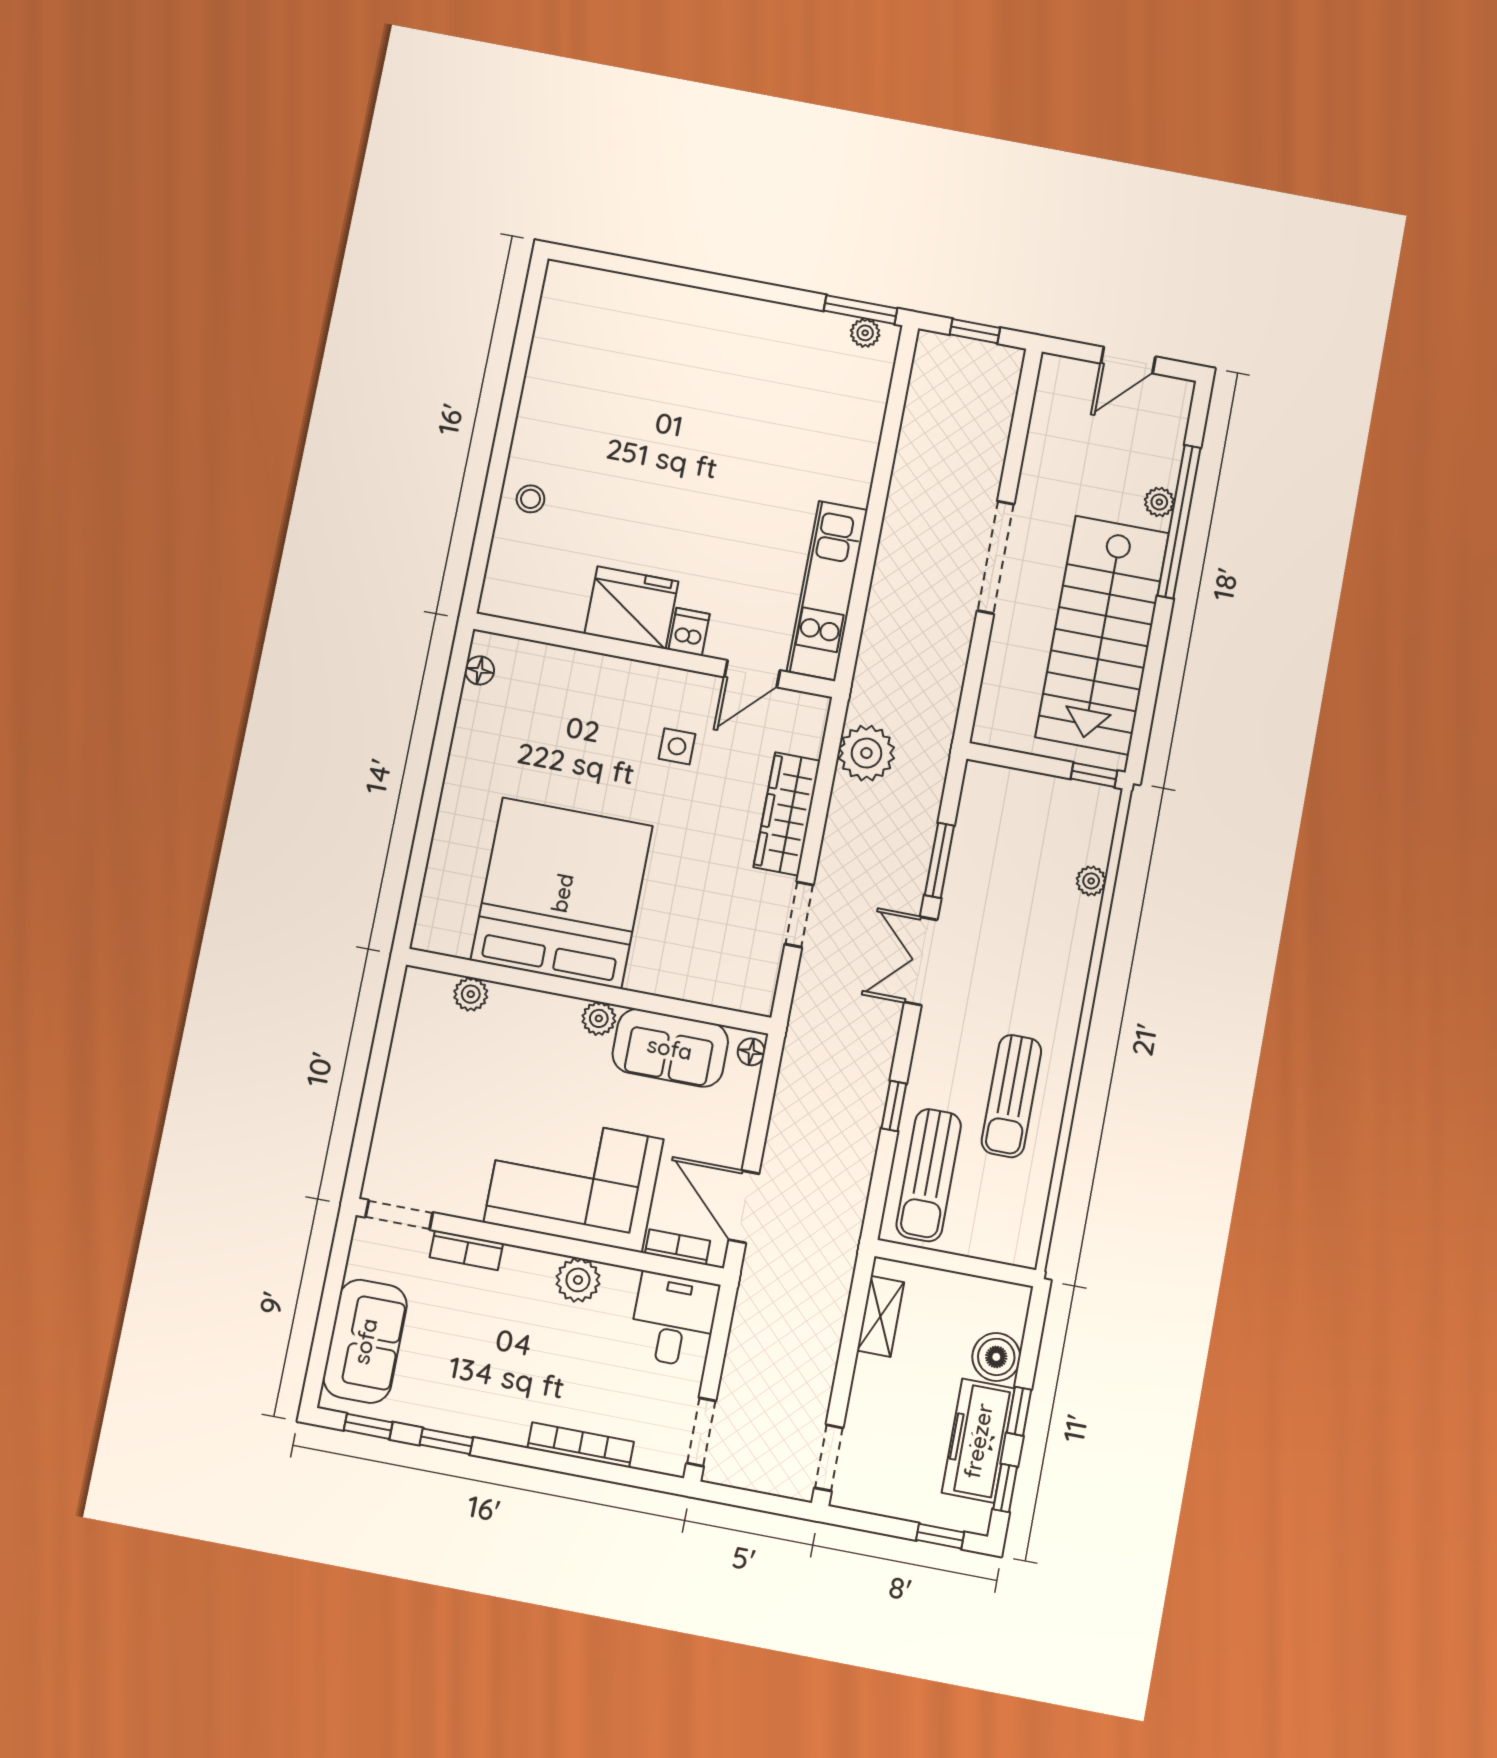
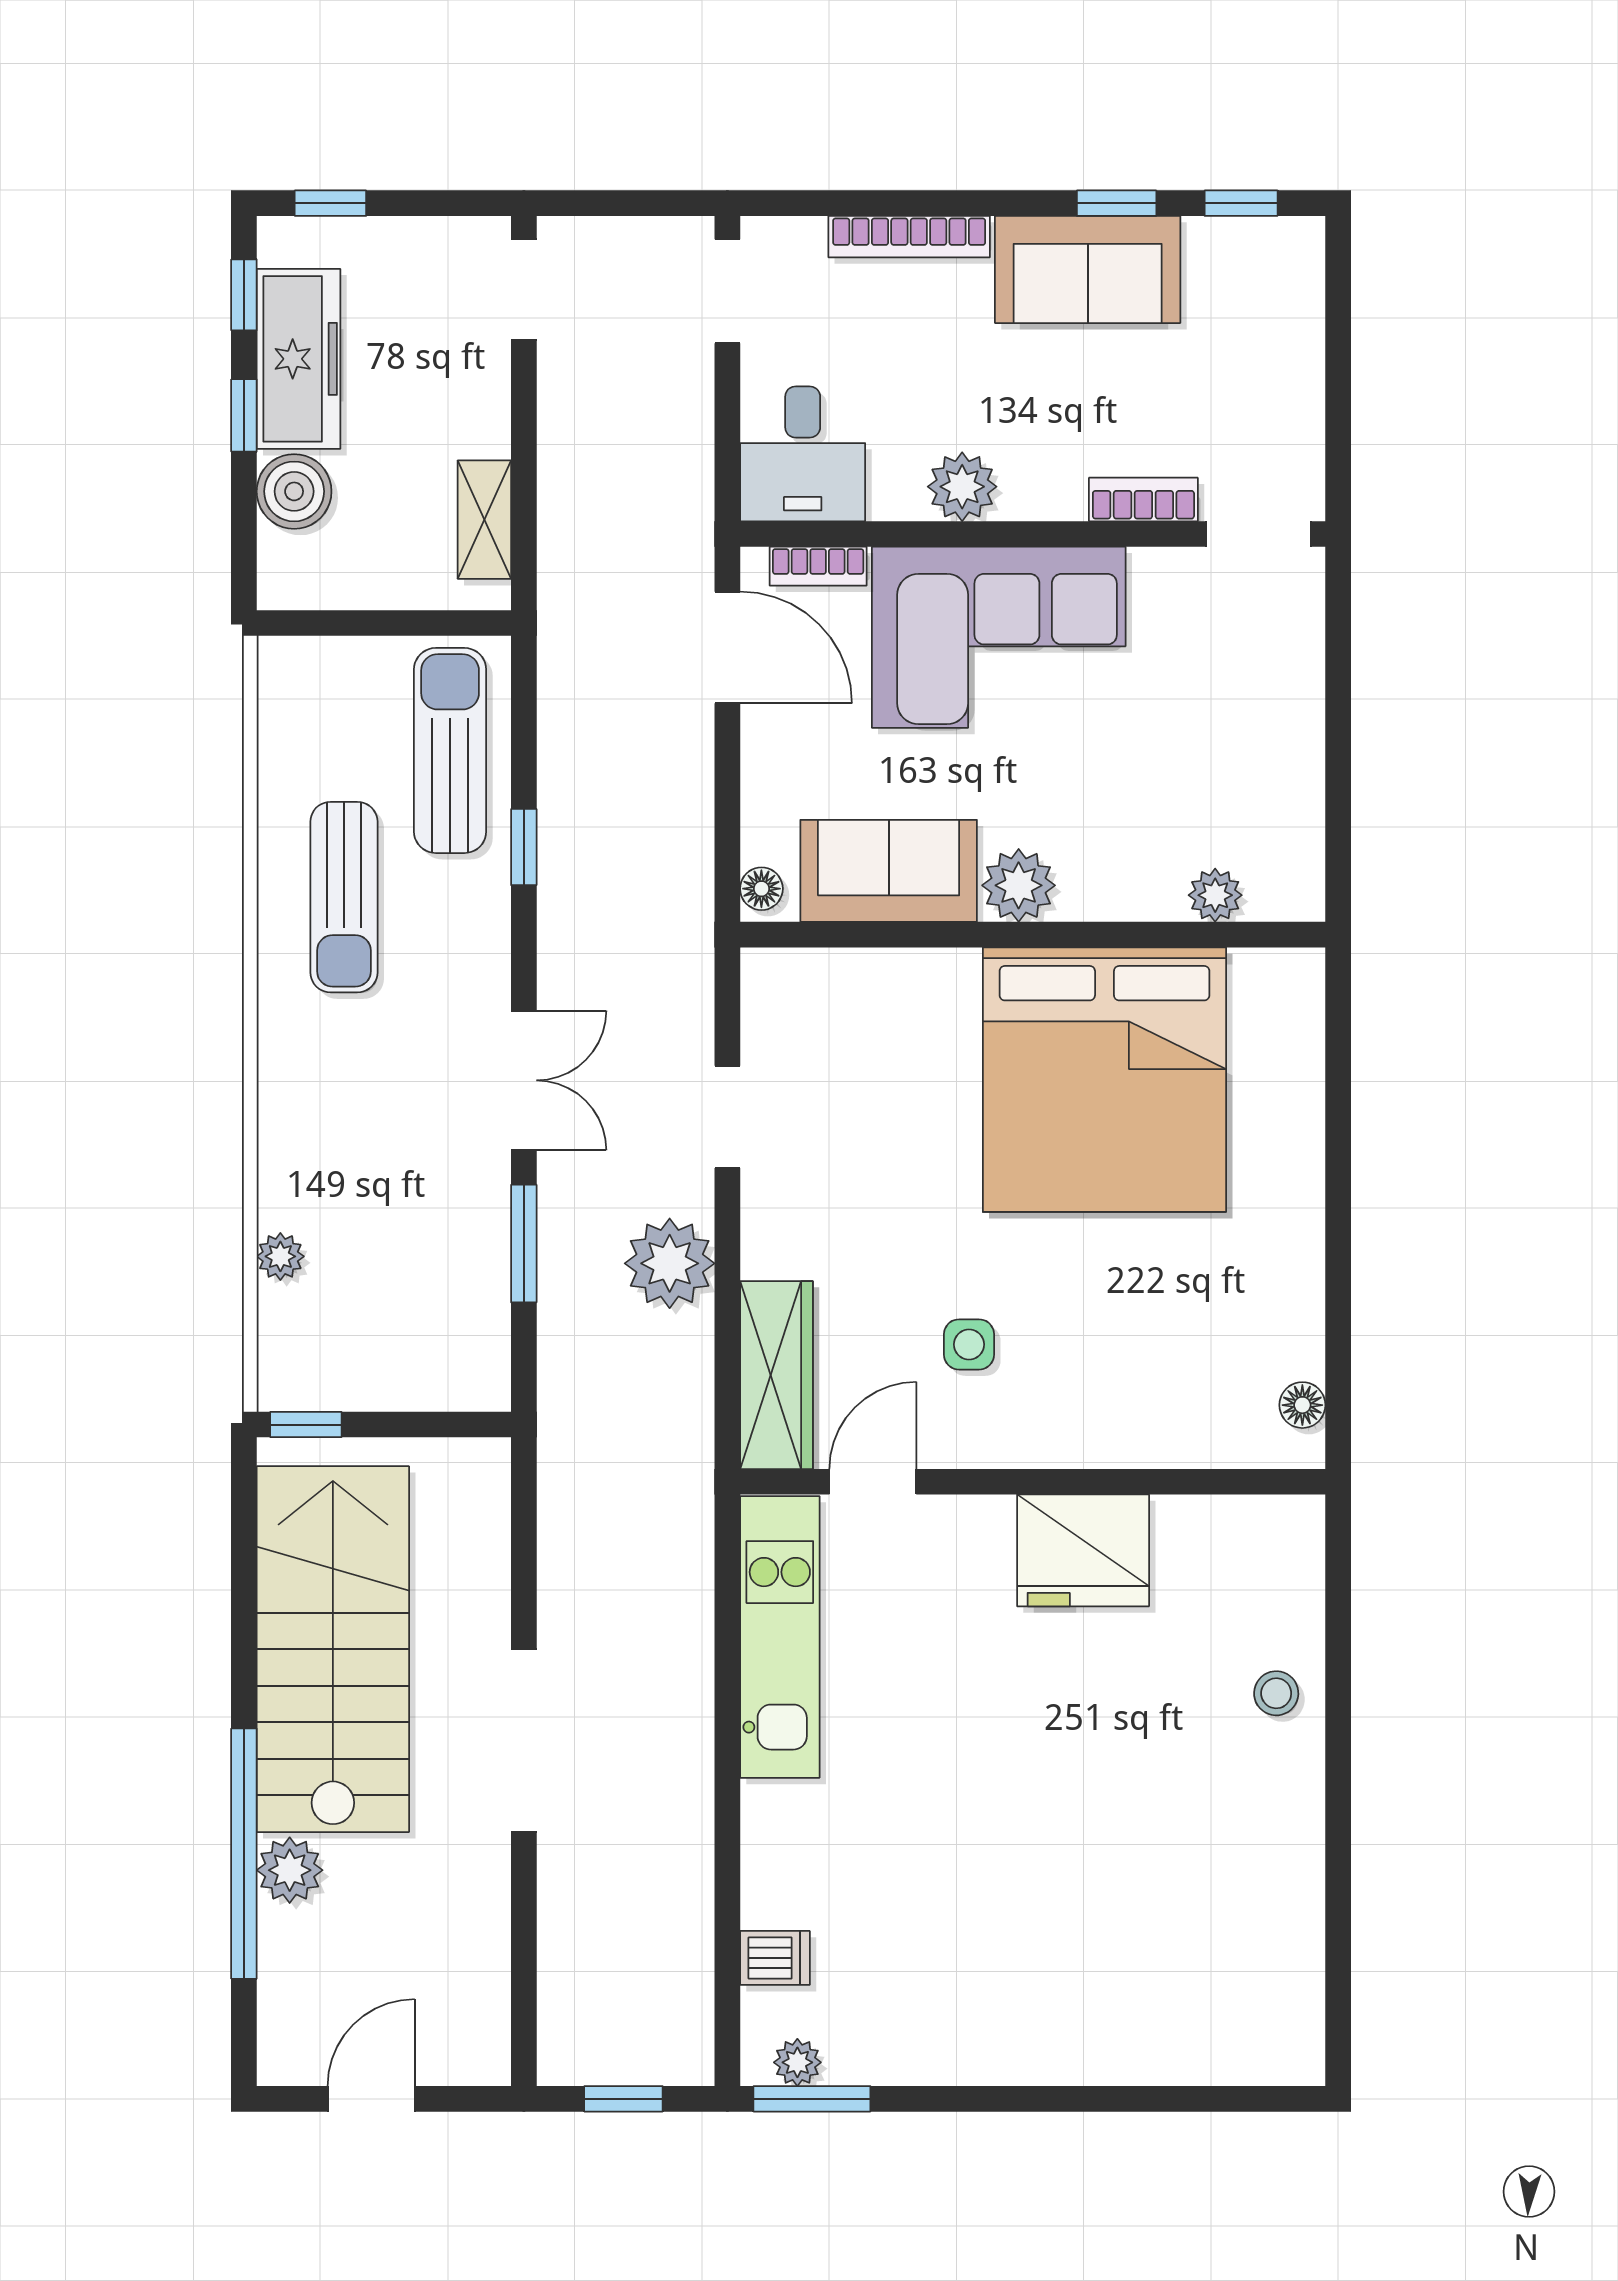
plant: (1159, 502) -> (290, 1870), width x1.38, depth x1.38
dishwasher: (689, 632) -> (775, 1958), moved, turned -90
plant: (866, 753) -> (670, 1263), moved
wardrobe: (787, 814) -> (776, 1375), moved
plant: (599, 1018) -> (1019, 885), width x1.38, depth x1.38
sun lounger: (1011, 1096) -> (344, 897), turned 180
sofa: (365, 1341) -> (1088, 269), moved, turned -90

